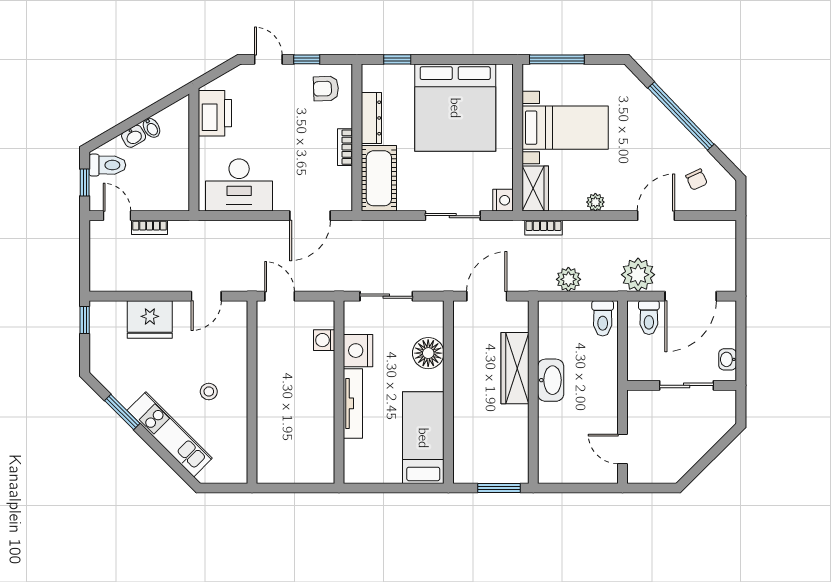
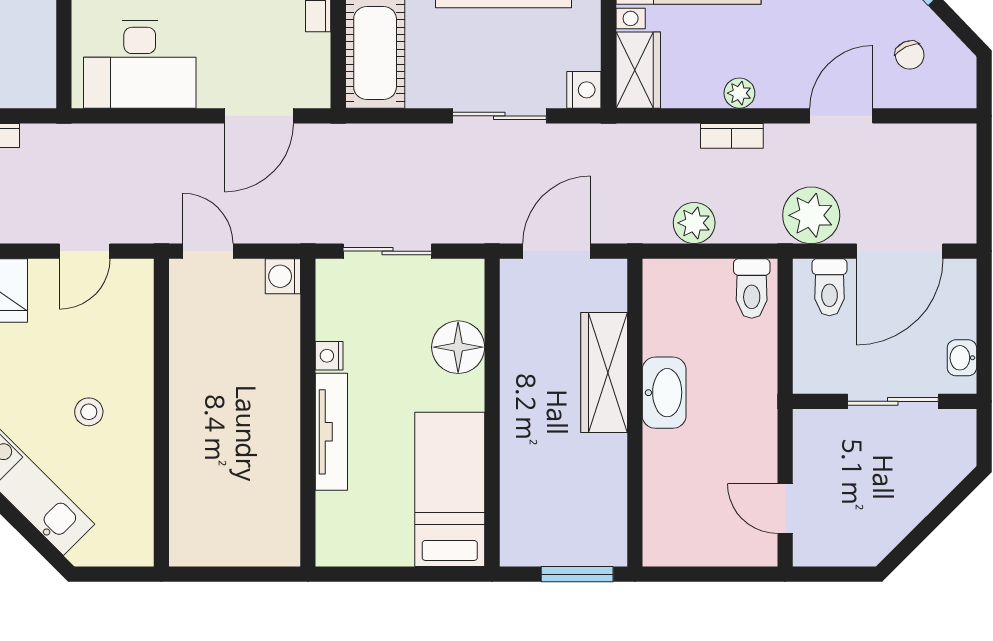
bookcase: (544, 228) -> (732, 136), moved
washing machine: (324, 340) -> (283, 276), moved
nightstand: (358, 351) -> (329, 356), width x0.53, depth x0.56

